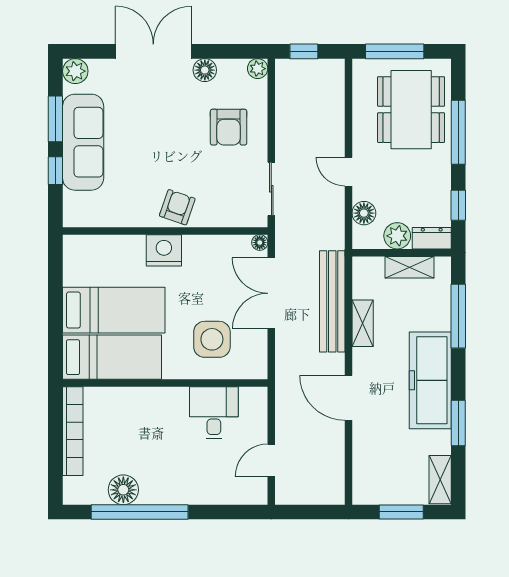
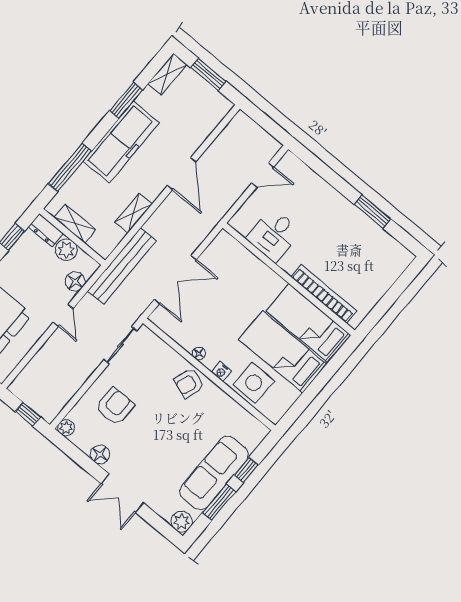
double door: (153, 51) -> (122, 493), width x0.73
floor lamp: (260, 243) -> (199, 353), moved
nightstand: (164, 250) -> (222, 372), width x0.53, depth x0.56
bench: (332, 301) -> (122, 266), moved
side table: (212, 339) -> (254, 383), moved
bookcase: (73, 431) -> (324, 294), moved, turned 90
floor lamp: (123, 490) -> (371, 234), removed
window: (140, 512) -> (372, 212), width x0.47

